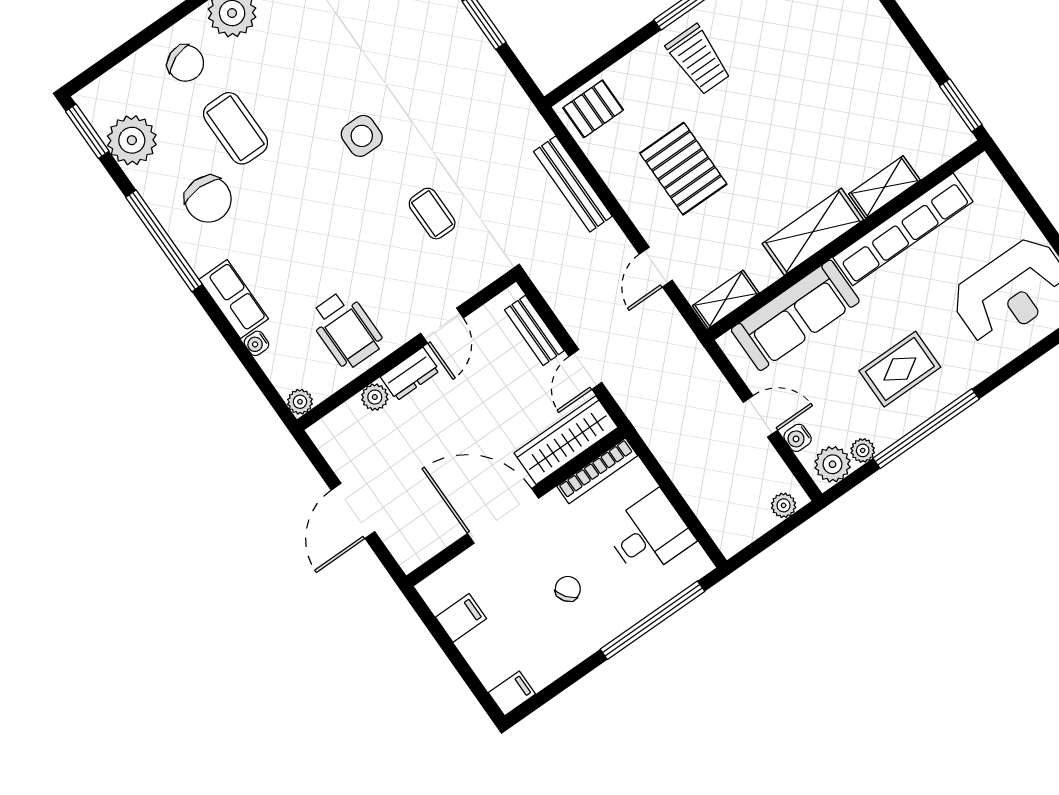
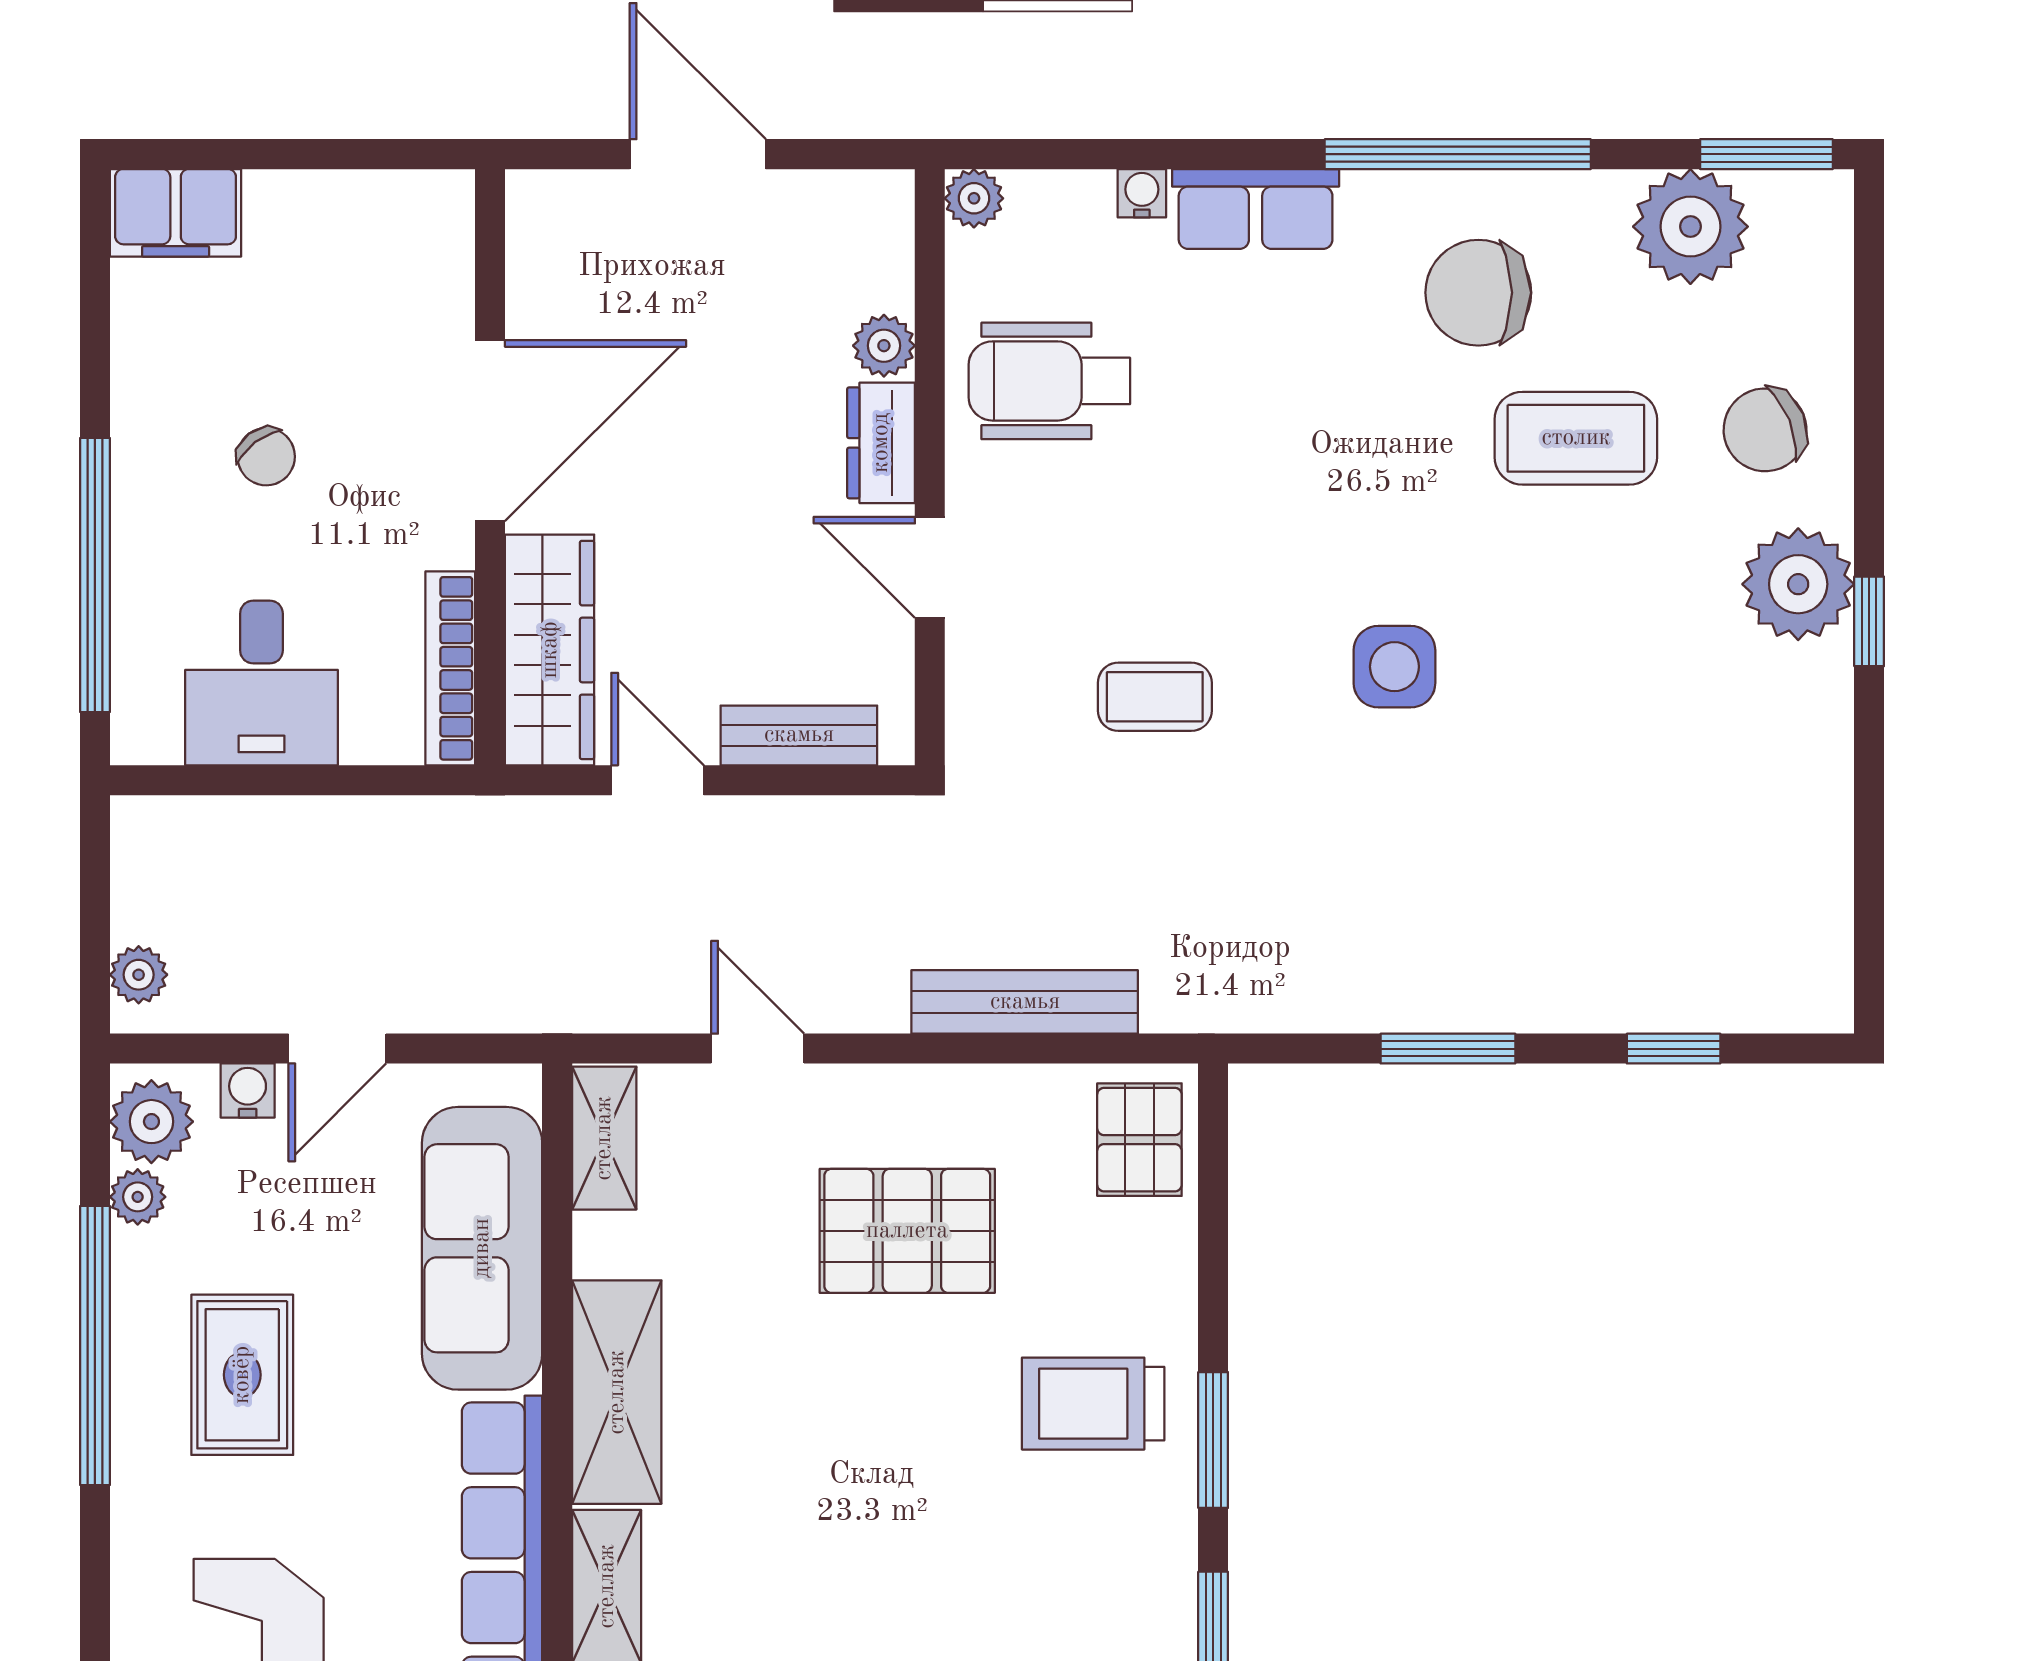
filing cabinet: (461, 618) -> (353, 217), removed
filing cabinet: (512, 693) -> (176, 213), width x2.00

